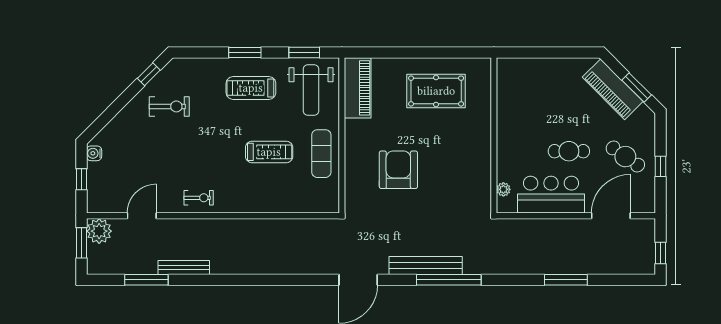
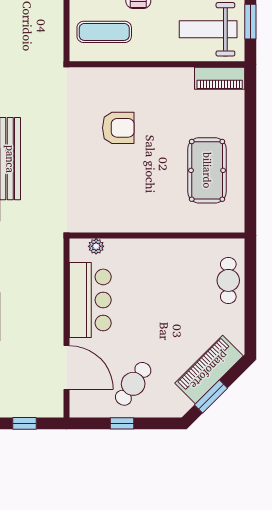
piano: (358, 88) -> (220, 78), width x0.73, depth x0.75
cafe table: (569, 151) -> (228, 280), moved
exercise mat: (321, 154) -> (104, 32), moved
armchair: (398, 170) -> (118, 128), width x0.73, depth x0.73

